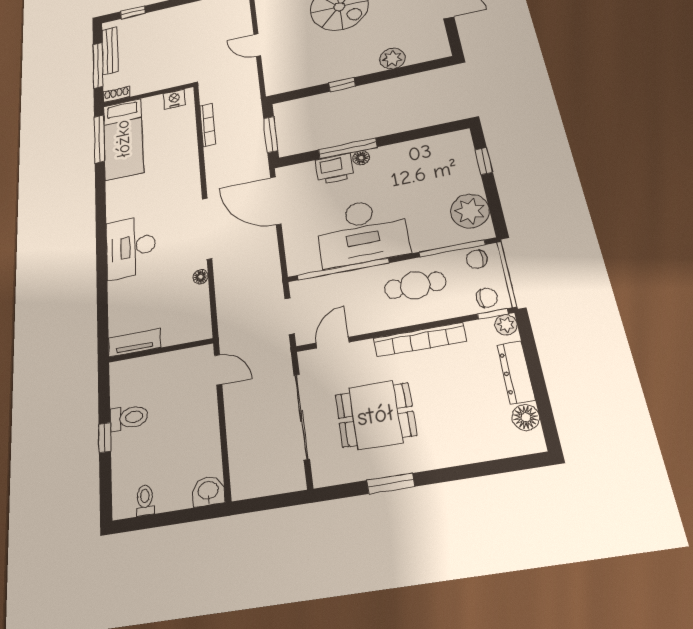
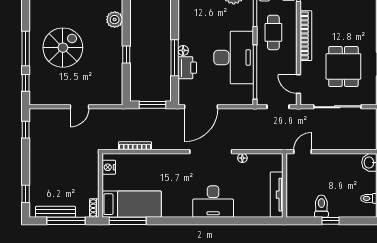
tv unit: (134, 343) -> (277, 195), width x1.41

